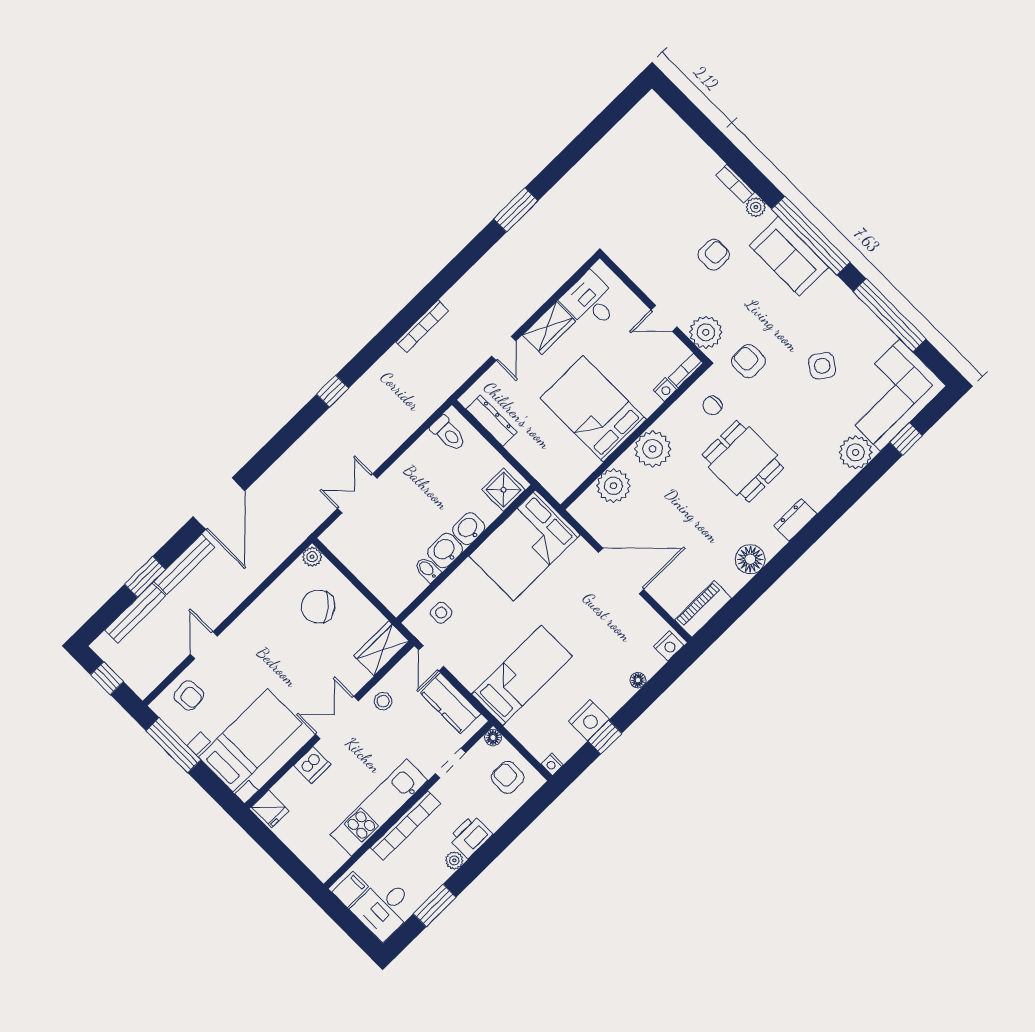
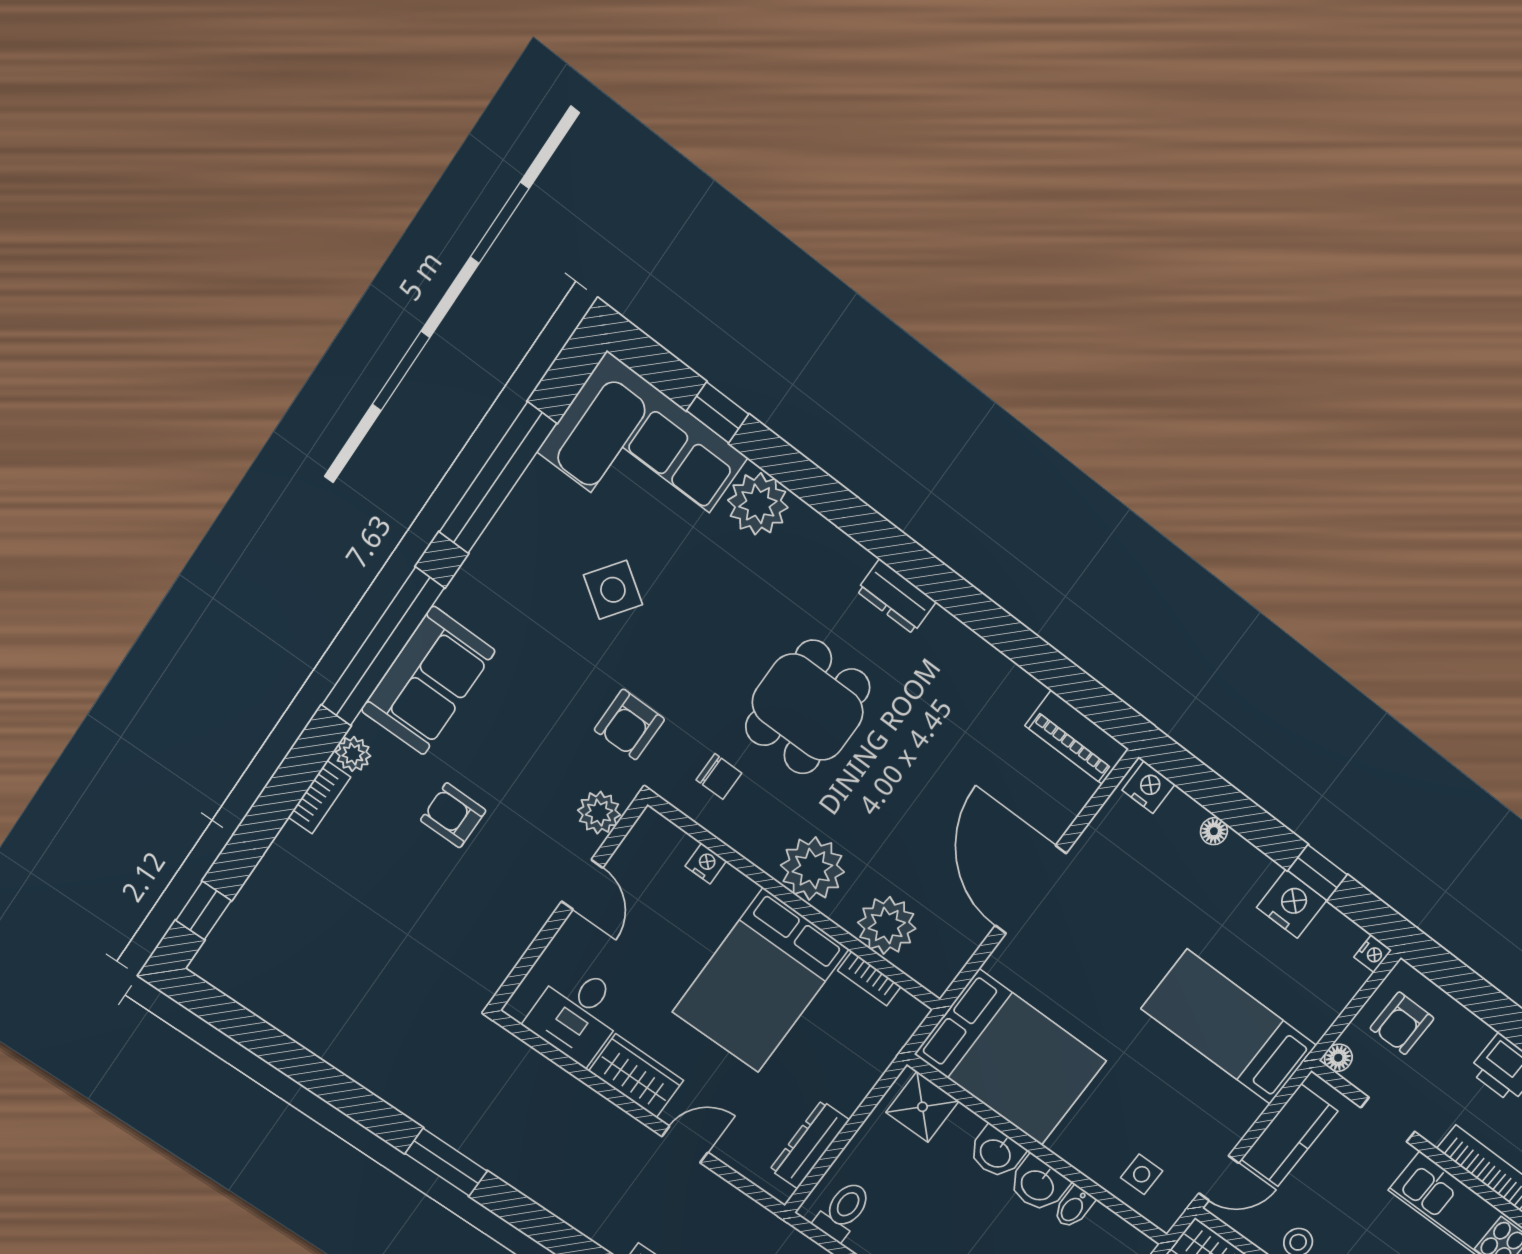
window: (683, 106) -> (203, 910), added
plant: (706, 332) -> (599, 813), width x0.73, depth x0.73
bookcase: (686, 371) -> (869, 979), moved
floor lamp: (750, 559) -> (978, 667), removed

